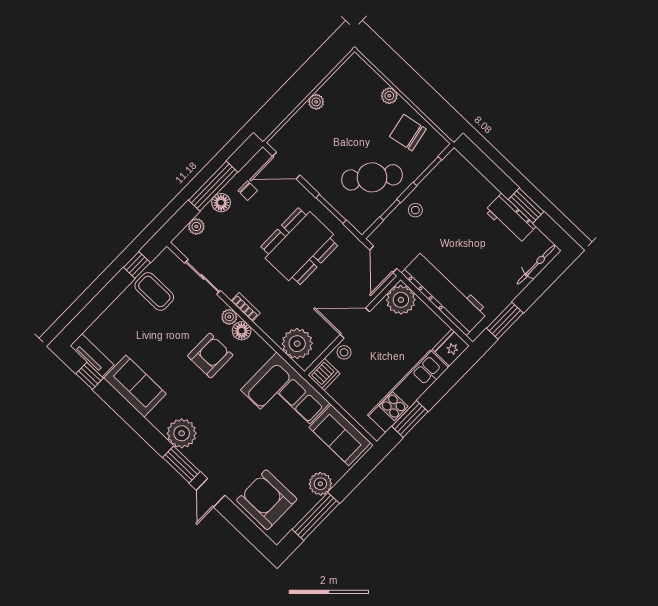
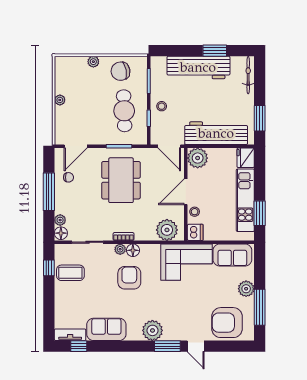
cafe table: (372, 177) -> (124, 111), turned -41
floor lamp: (221, 203) -> (61, 233), moved
workbench: (510, 219) -> (198, 67), width x1.88, depth x1.32

